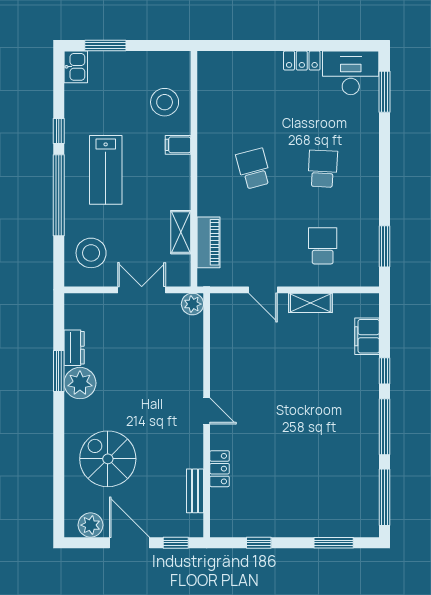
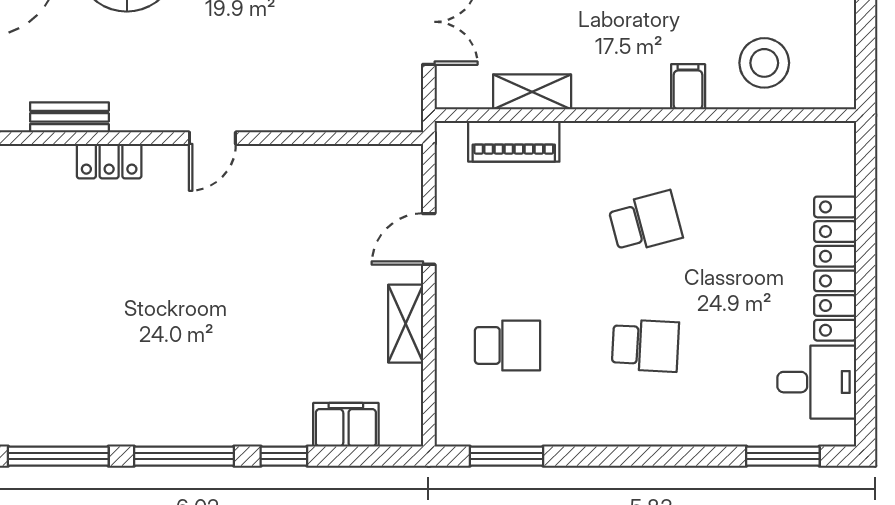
locker: (302, 61) -> (835, 269), width x2.16, depth x1.21
desk: (351, 73) -> (817, 382), width x0.73
plant: (192, 304) -> (403, 113), removed

